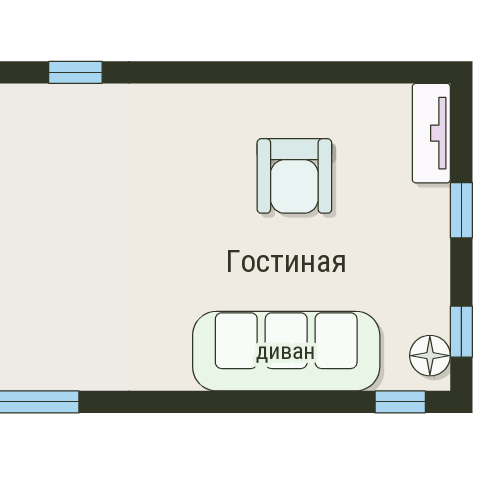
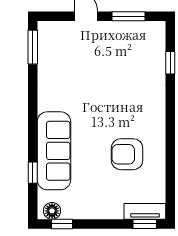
window: (461, 210) -> (145, 224), moved
window: (400, 402) -> (33, 173), moved

